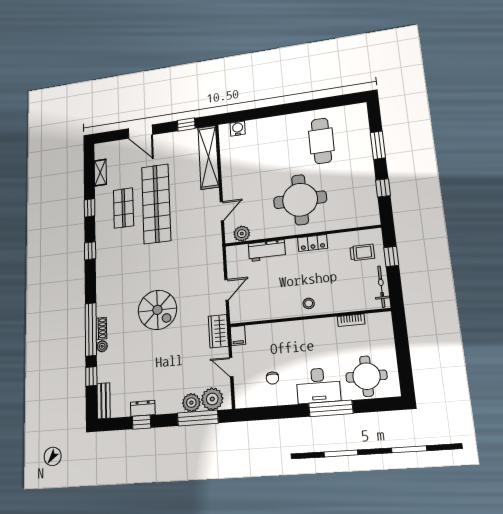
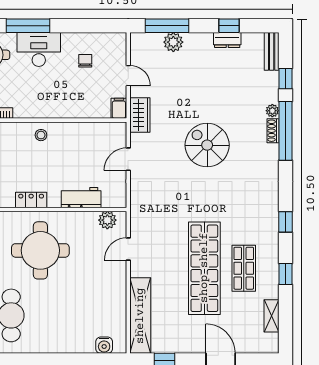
plant: (212, 399) -> (150, 44), removed

